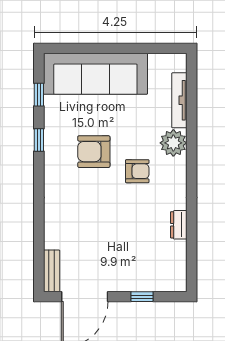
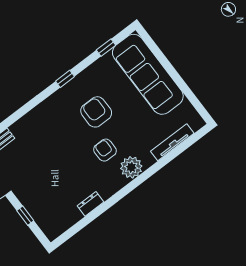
window: (39, 140) -> (65, 79), moved
plant: (173, 143) -> (131, 167), moved
armchair: (137, 171) -> (105, 150), turned 180

